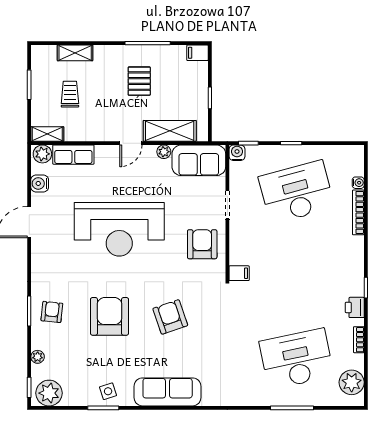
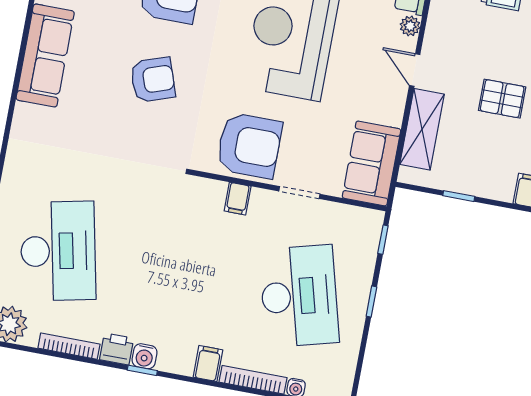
plant: (164, 152) -> (410, 26), moved
water cooler: (237, 153) -> (144, 356), moved, turned 90
armchair: (202, 244) -> (249, 146), width x1.36, depth x1.36
filing cabinet: (353, 245) -> (208, 364), added
filing cabinet: (239, 273) -> (238, 199), moved
bookcase: (359, 340) -> (69, 346), width x1.56

